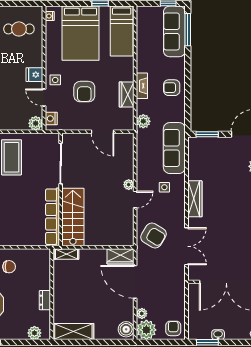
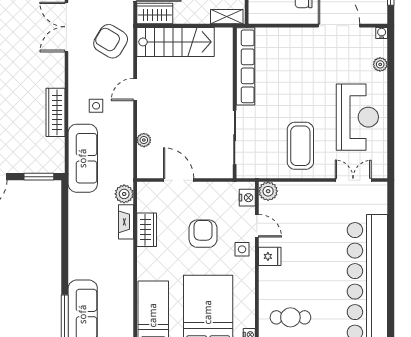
fireplace: (142, 86) -> (126, 222), moved
armchair: (172, 88) -> (86, 239), removed
plant: (129, 185) -> (144, 140), moved
wardrobe: (195, 199) -> (55, 112), moved
stairs: (73, 217) -> (176, 42), moved, turned -90

